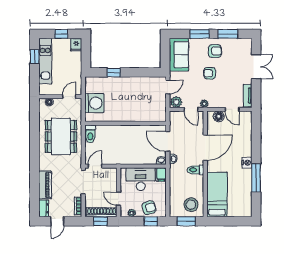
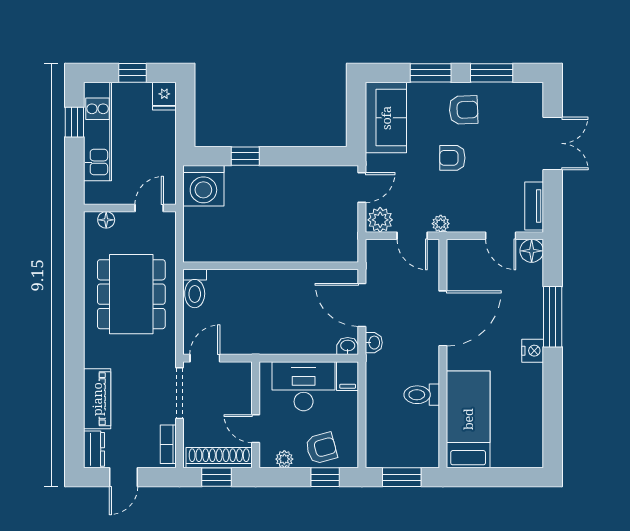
washing machine: (94, 103) -> (203, 186), moved, turned 90
floor lamp: (219, 116) -> (532, 251), moved
toilet: (195, 170) -> (422, 395), moved
window: (256, 178) -> (553, 317), moved
stool: (191, 205) -> (412, 441), removed

